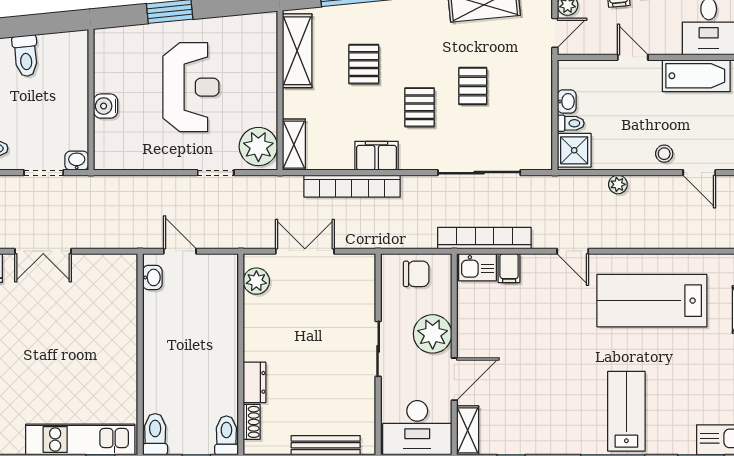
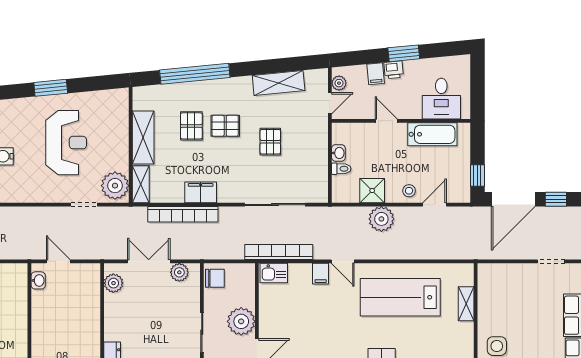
shelving: (297, 51) -> (143, 138), moved
pallet: (420, 107) -> (225, 126), moved, turned 90
shower: (574, 150) -> (372, 191), moved
door: (699, 173) -> (434, 205), swing flipped
plant: (618, 184) -> (381, 219), width x1.88, depth x1.88
plant: (347, 266) -> (179, 272), added
filing cabinet: (509, 268) -> (321, 274), moved
chair: (416, 274) -> (215, 278), moved

